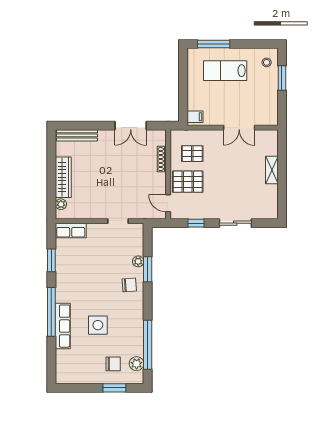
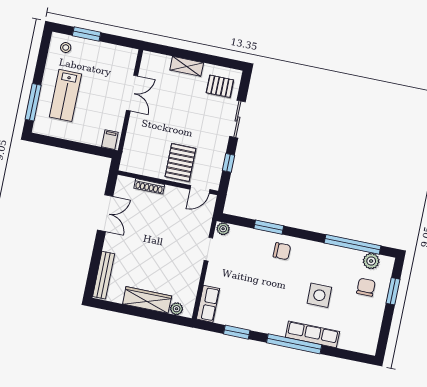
pallet: (192, 154) -> (220, 86), moved, turned 90
plant: (138, 261) -> (223, 229), moved
chair: (129, 285) -> (282, 251), turned 94

